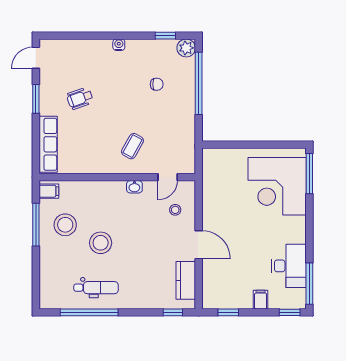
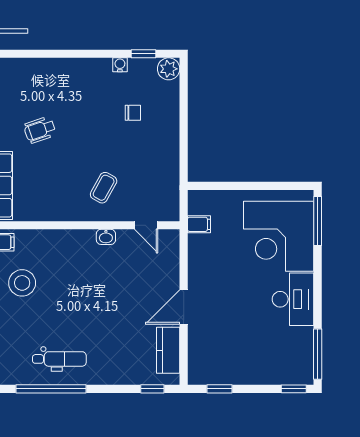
water cooler: (119, 45) -> (120, 65), moved
window: (199, 83) -> (184, 112), removed
door: (168, 177) -> (146, 225), hinge flipped
stool: (175, 210) -> (155, 265), removed
stool: (101, 243) -> (65, 305), removed
door: (199, 245) -> (184, 307), swing flipped
desk: (289, 266) -> (293, 299), moved
filing cabinet: (261, 300) -> (199, 224), moved, turned 90

